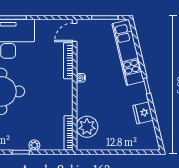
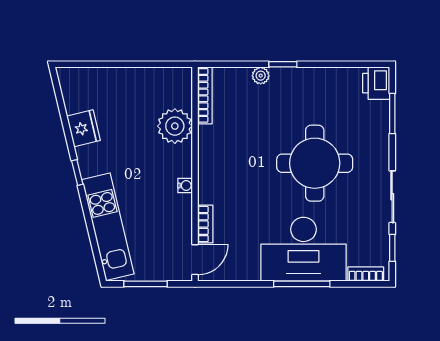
bookcase: (68, 61) -> (205, 224), width x0.64
plant: (87, 127) -> (175, 126), moved

